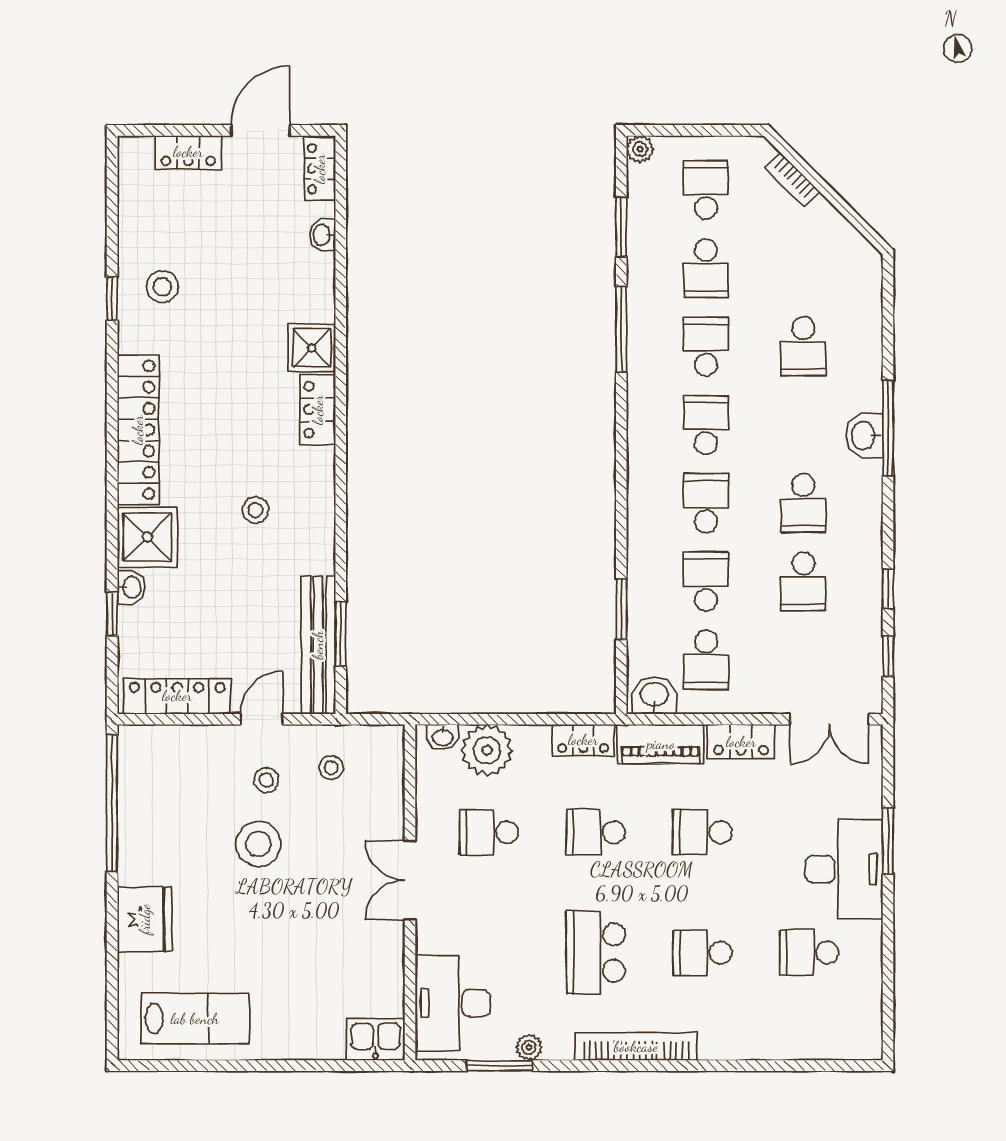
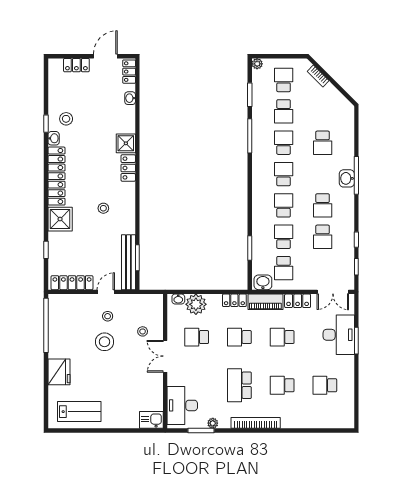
washbasin: (131, 587) -> (54, 138), moved
stool: (331, 768) -> (143, 331), moved
desk: (844, 869) -> (339, 335), moved

